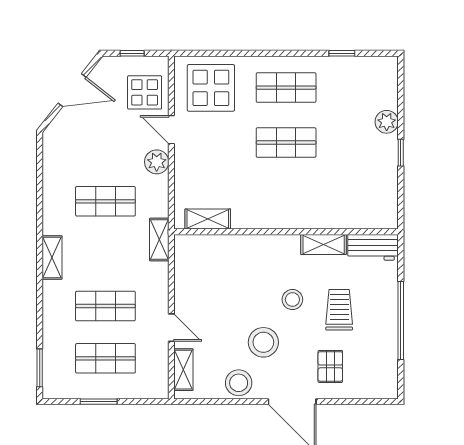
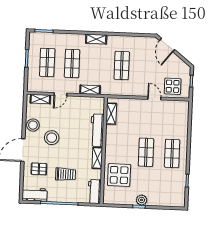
display table: (211, 88) -> (119, 175), moved
door: (72, 90) -> (167, 45), moved
plant: (387, 122) -> (142, 200), moved
door: (171, 130) -> (154, 98), hinge flipped
plant: (157, 162) -> (139, 91), removed
shelving: (159, 240) -> (90, 90), moved
shelving: (324, 244) -> (97, 158), moved
workbench: (244, 247) -> (97, 130), added
stool: (292, 300) -> (71, 152), removed
workbench: (385, 373) -> (35, 195), added

